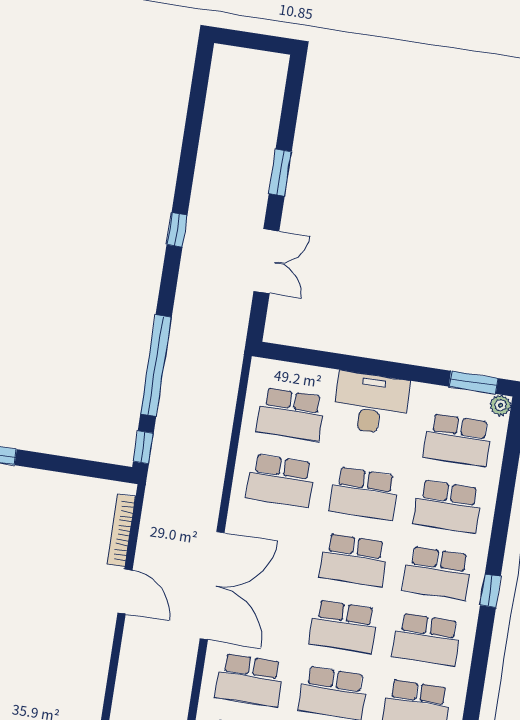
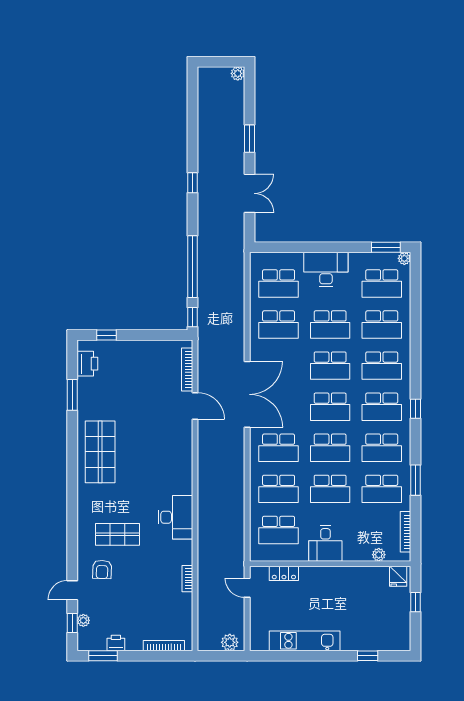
plant: (277, 64) -> (238, 73), added
window: (490, 591) -> (416, 409), moved

